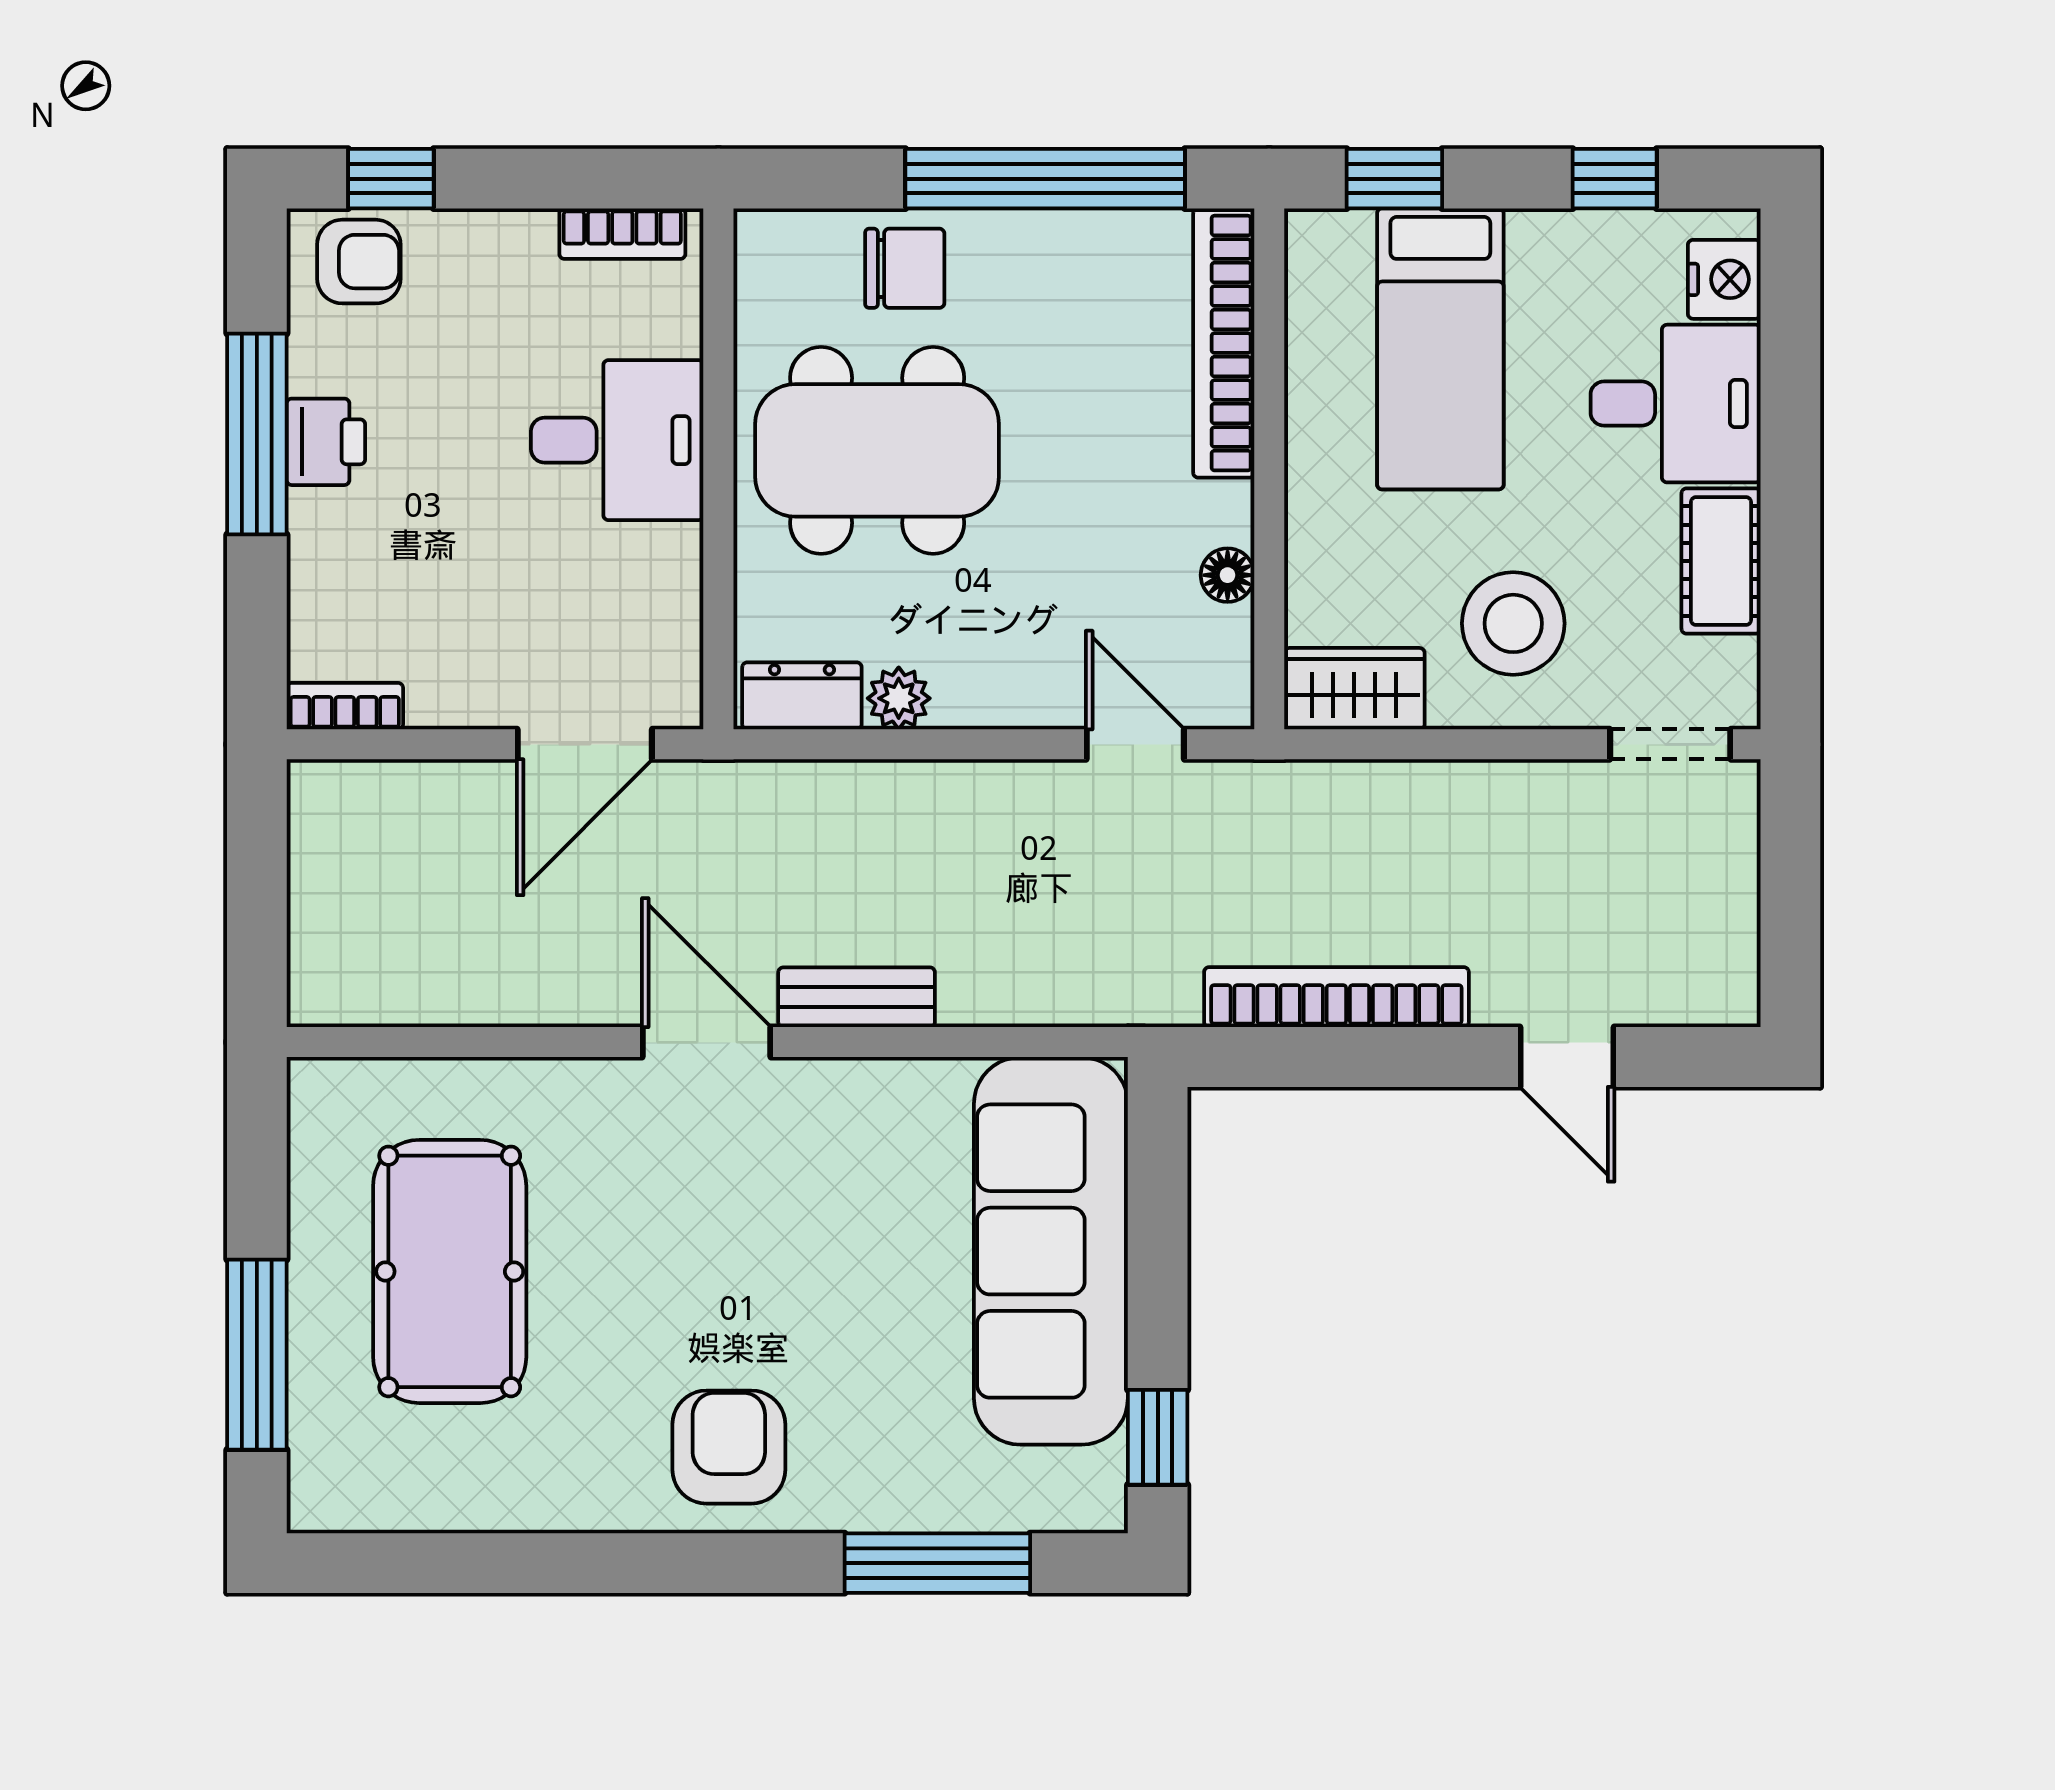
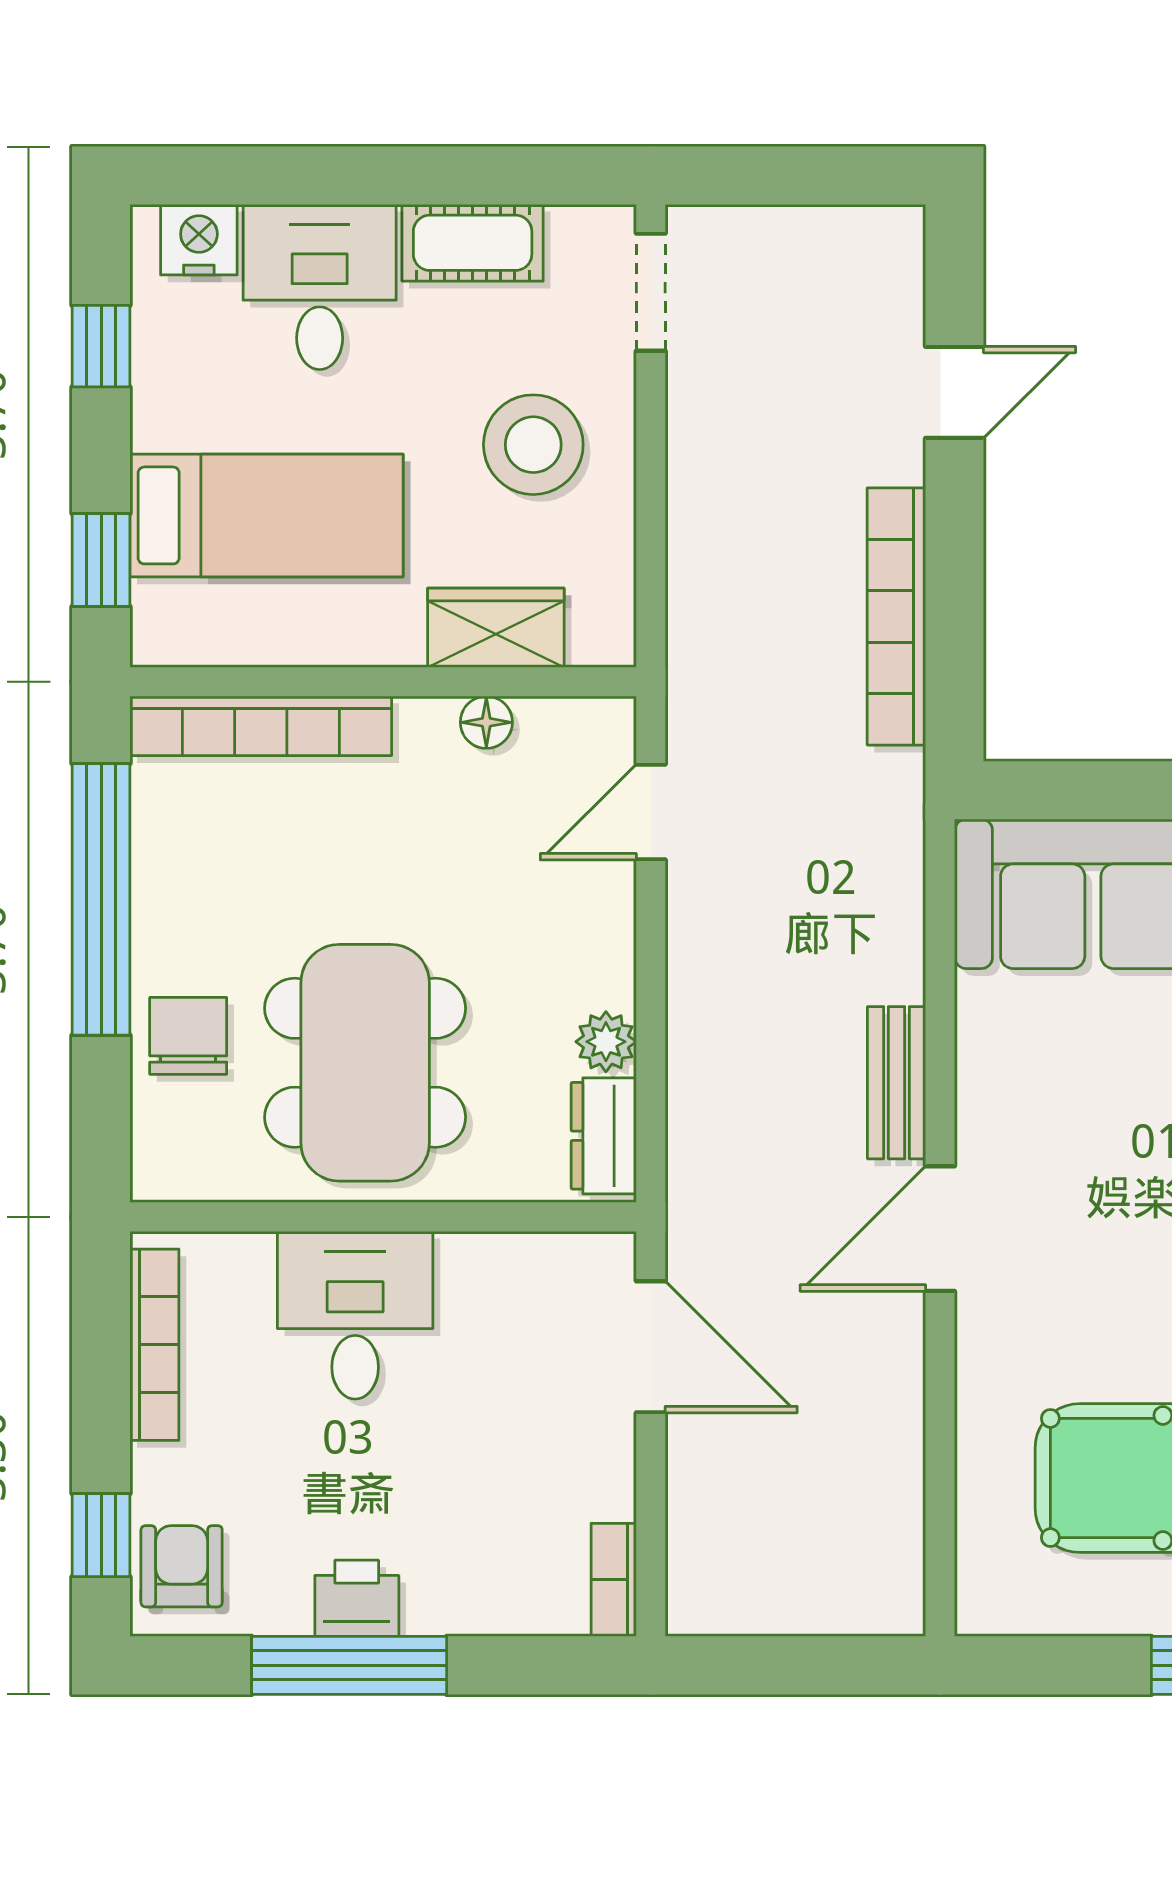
bookcase: (622, 234) -> (154, 1345), width x1.56
wardrobe: (1354, 689) -> (496, 628), moved, turned 90

